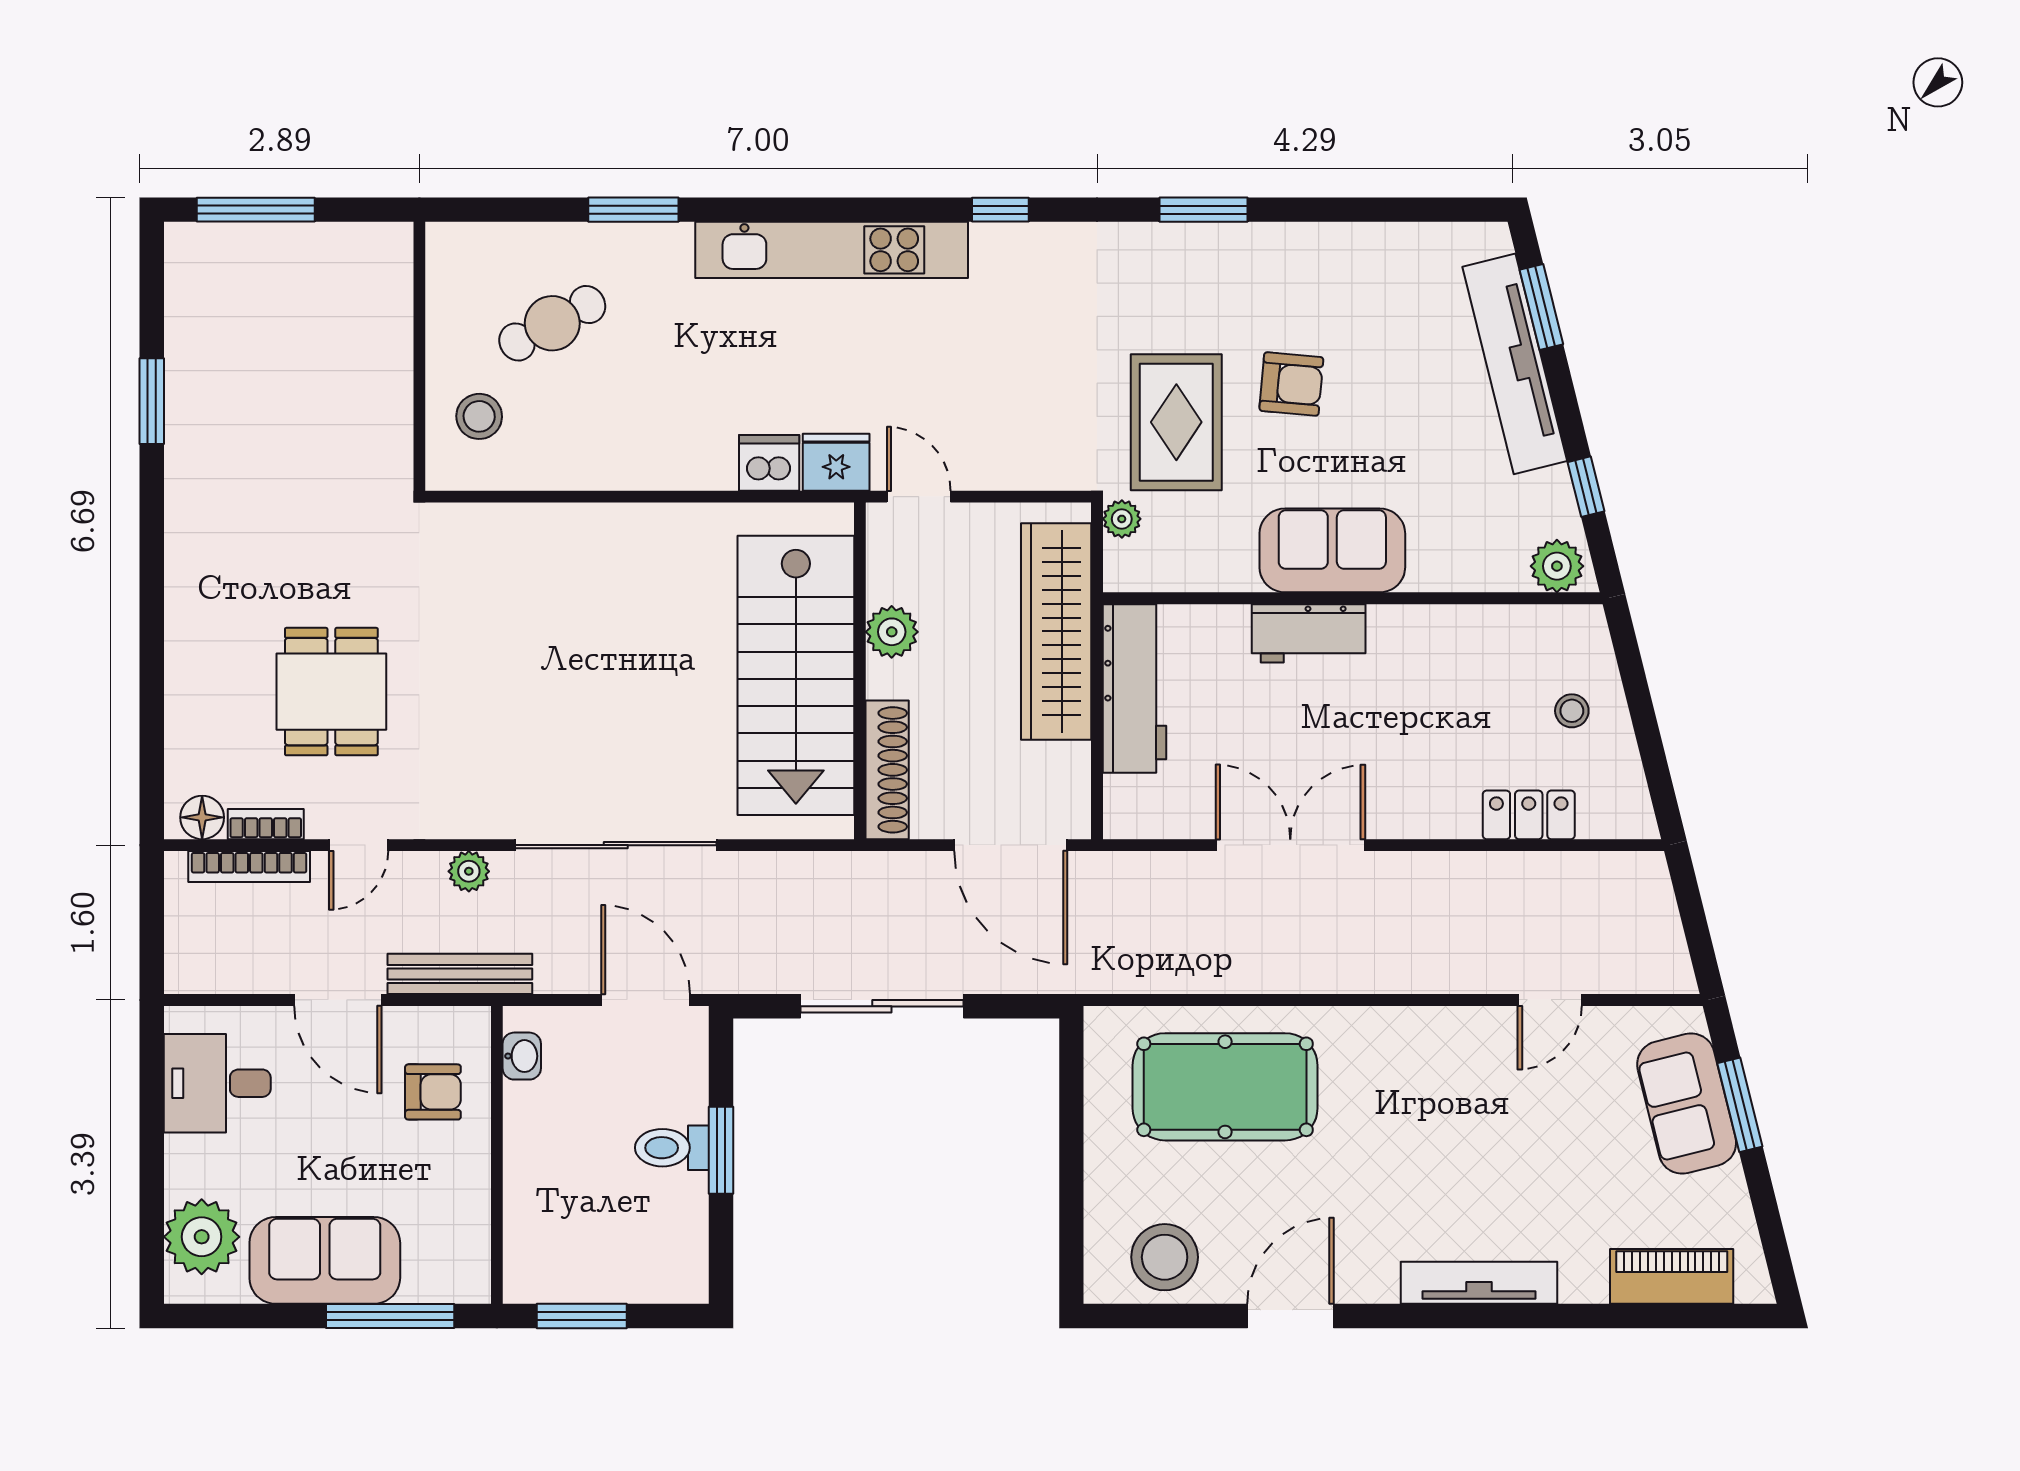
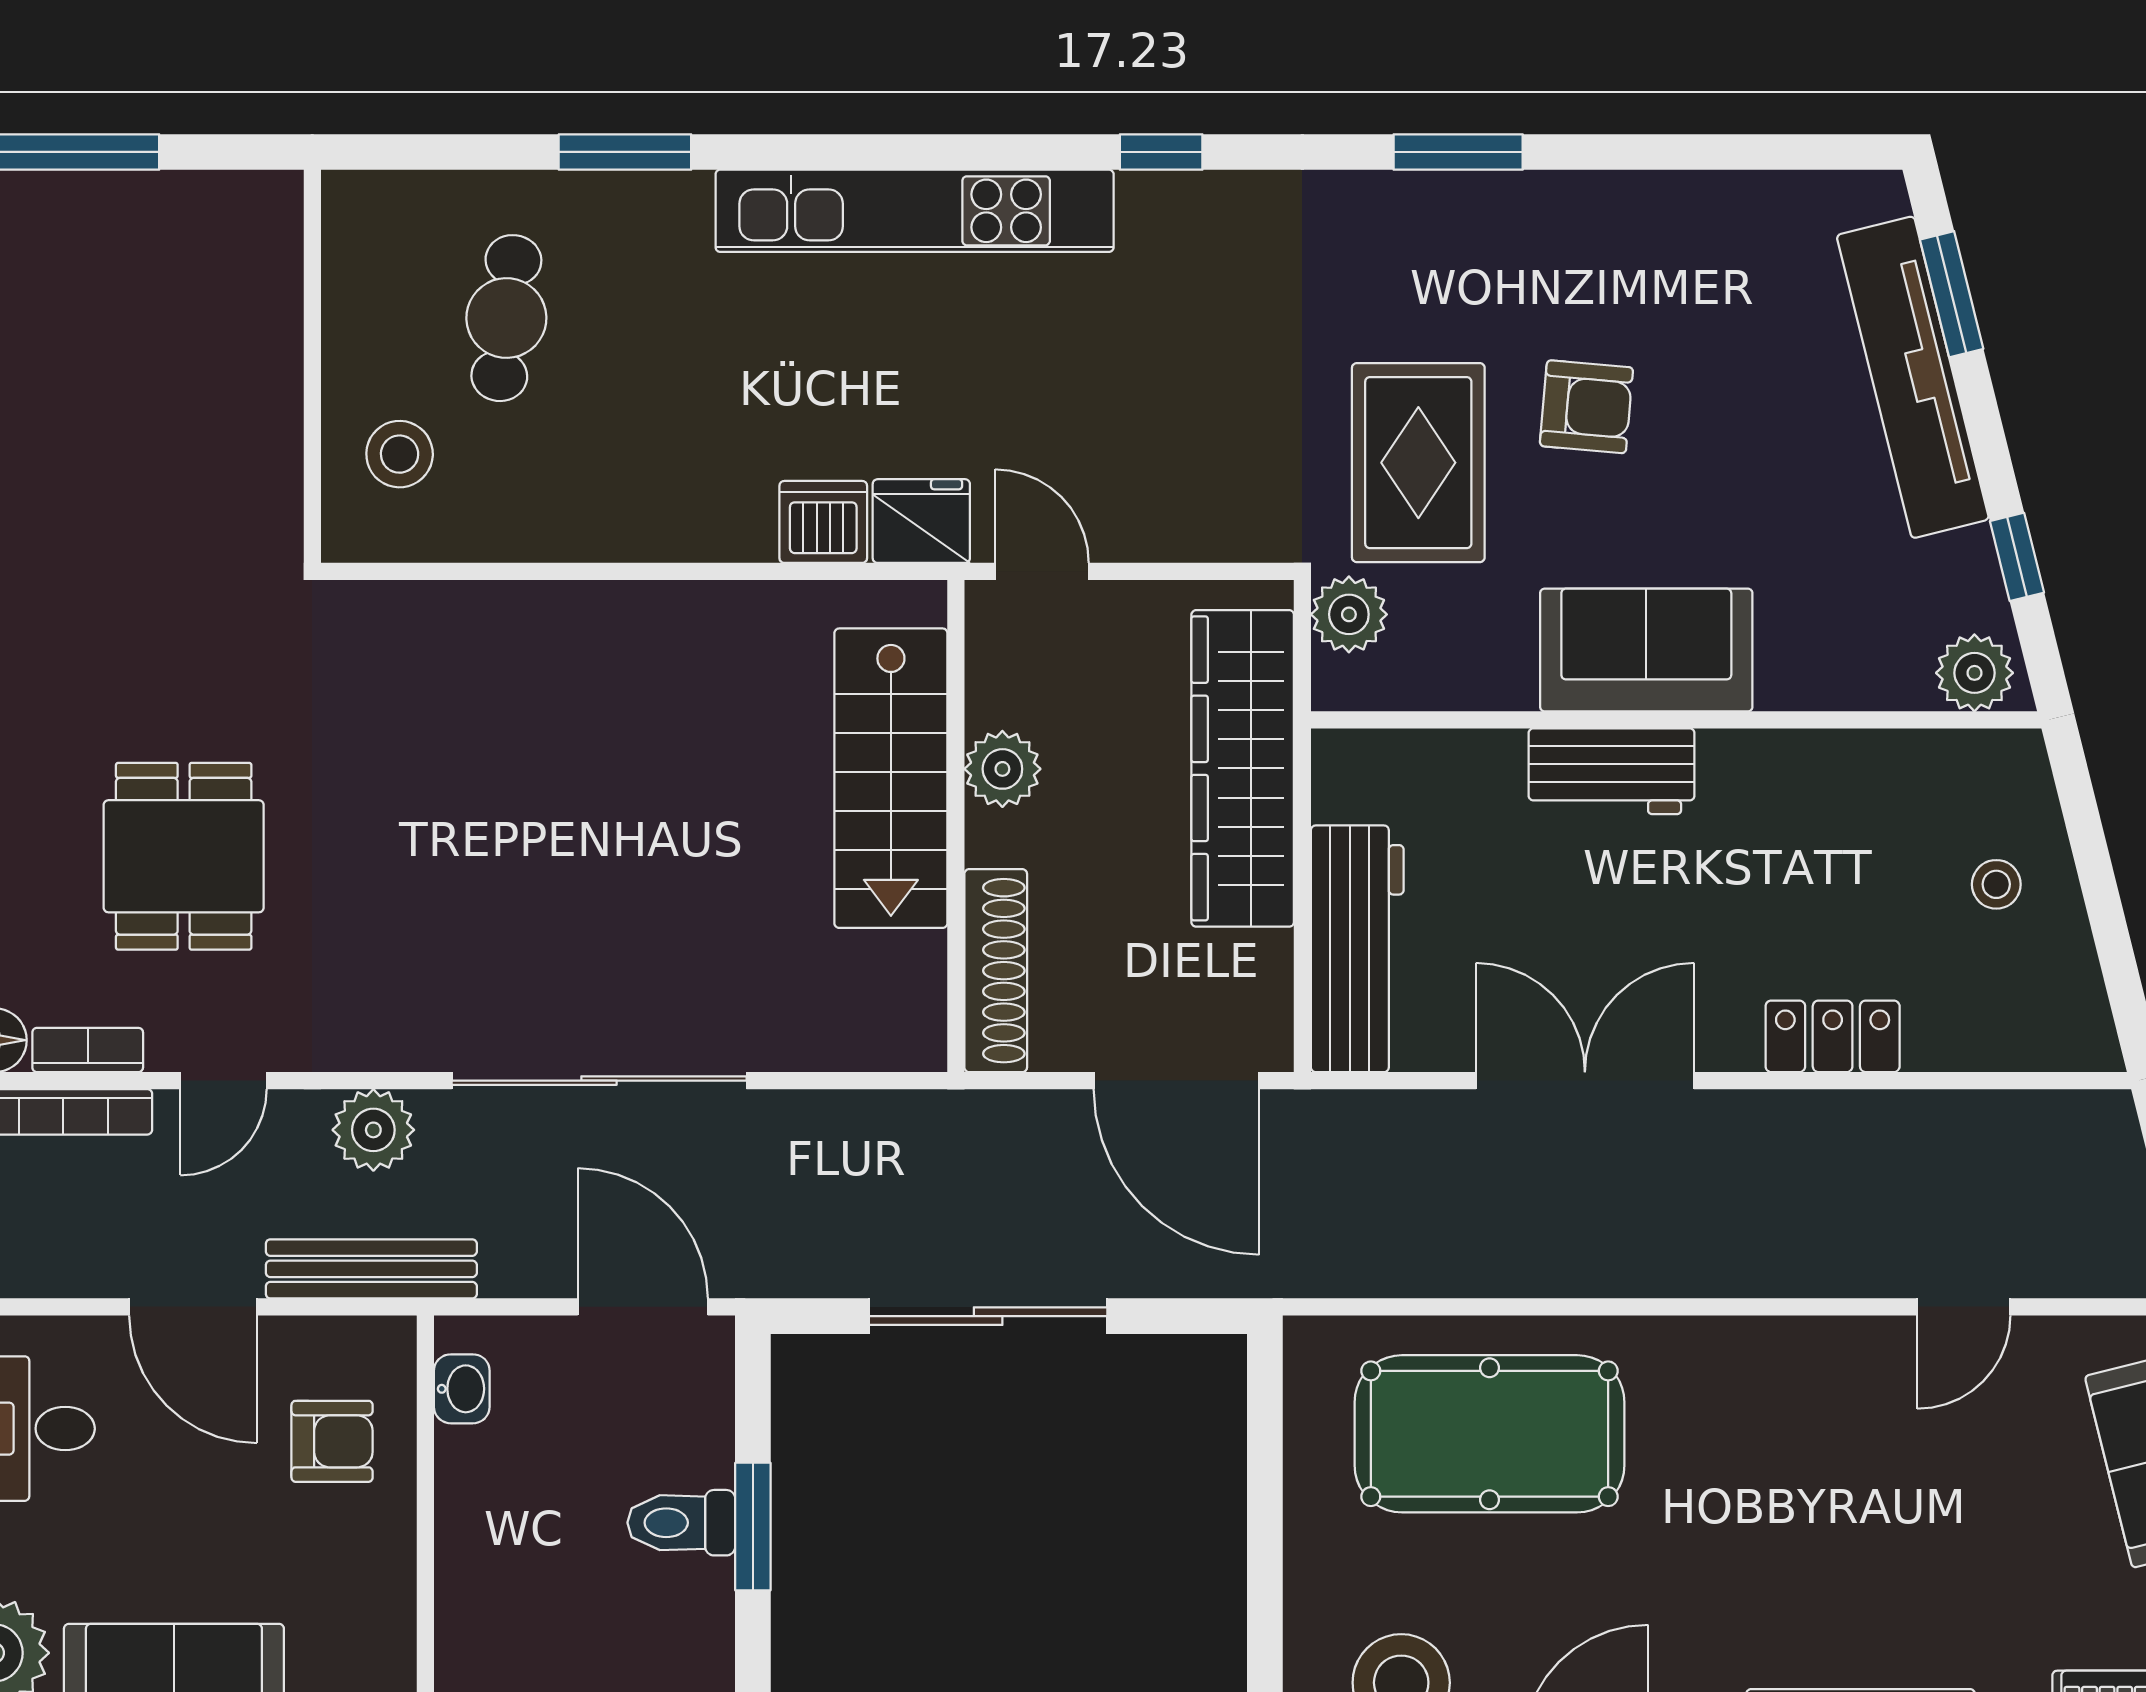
cafe table: (552, 323) -> (506, 318), turned -55
plant: (1122, 519) -> (1349, 614), width x1.38, depth x1.38
stairs: (796, 675) -> (891, 778), width x0.73, depth x0.66
workbench: (1135, 688) -> (1357, 949), moved
locker: (1529, 815) -> (1833, 1036), moved
plant: (469, 871) -> (373, 1130), width x1.38, depth x1.38

